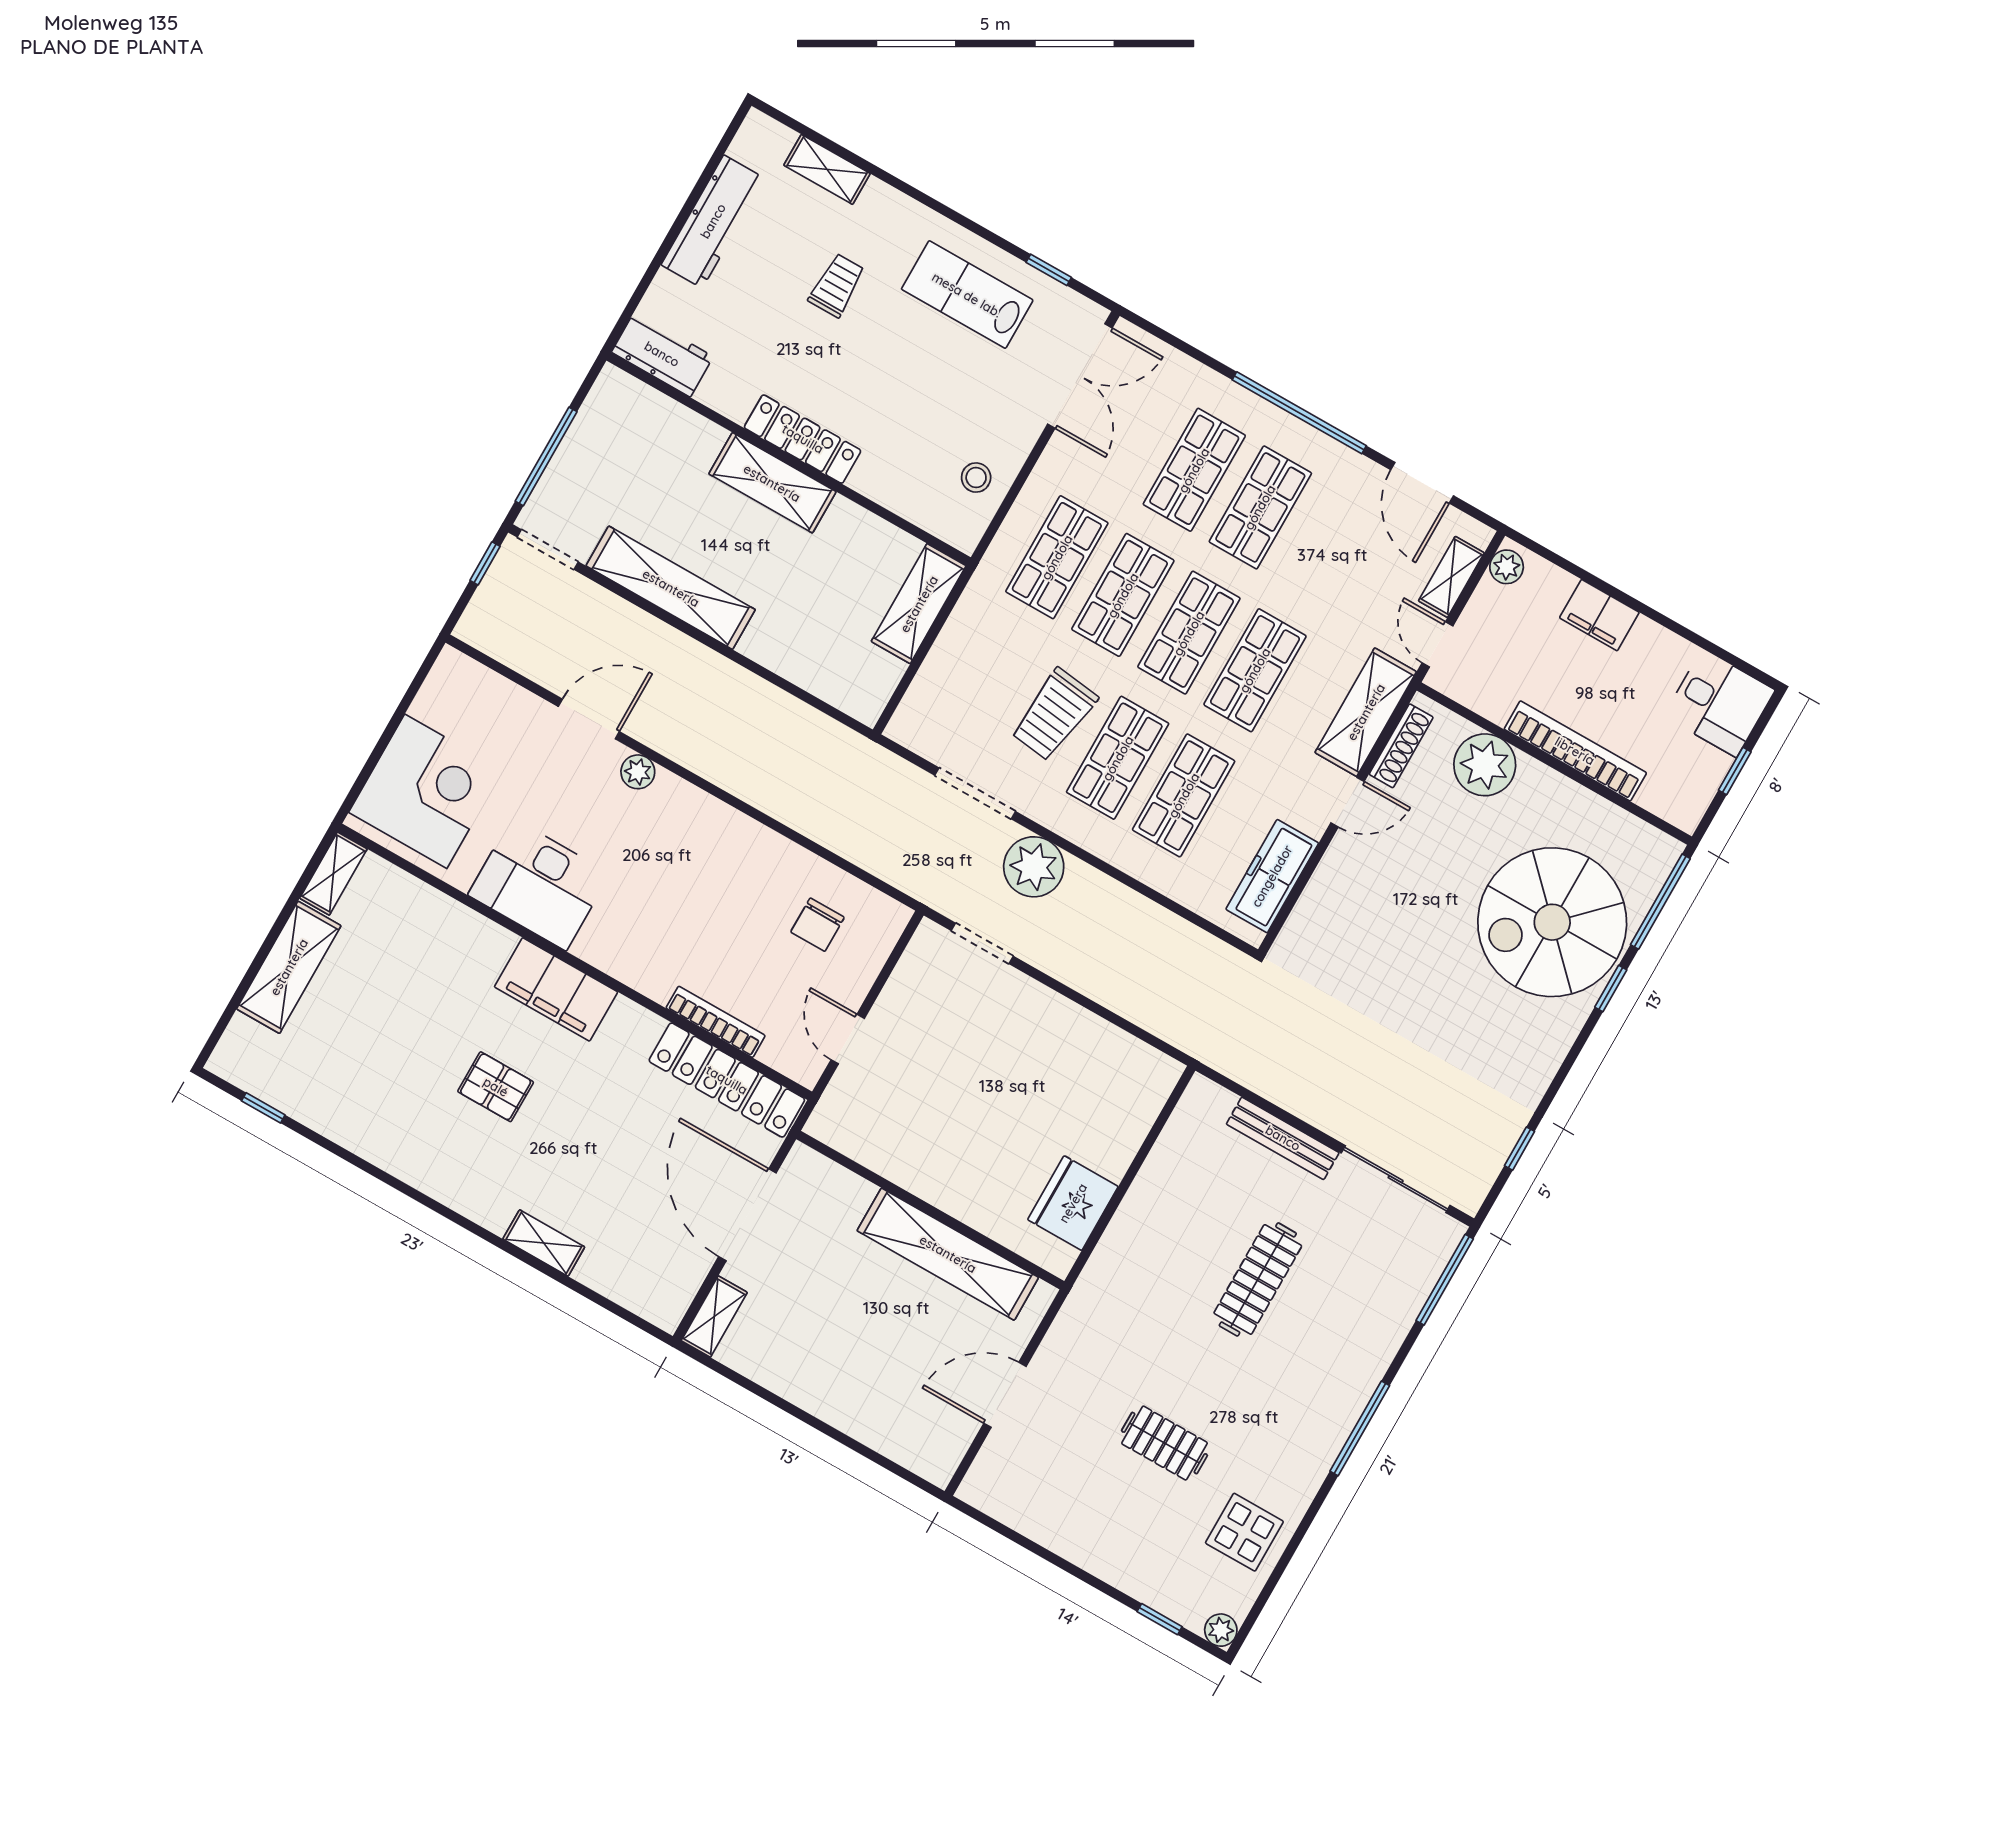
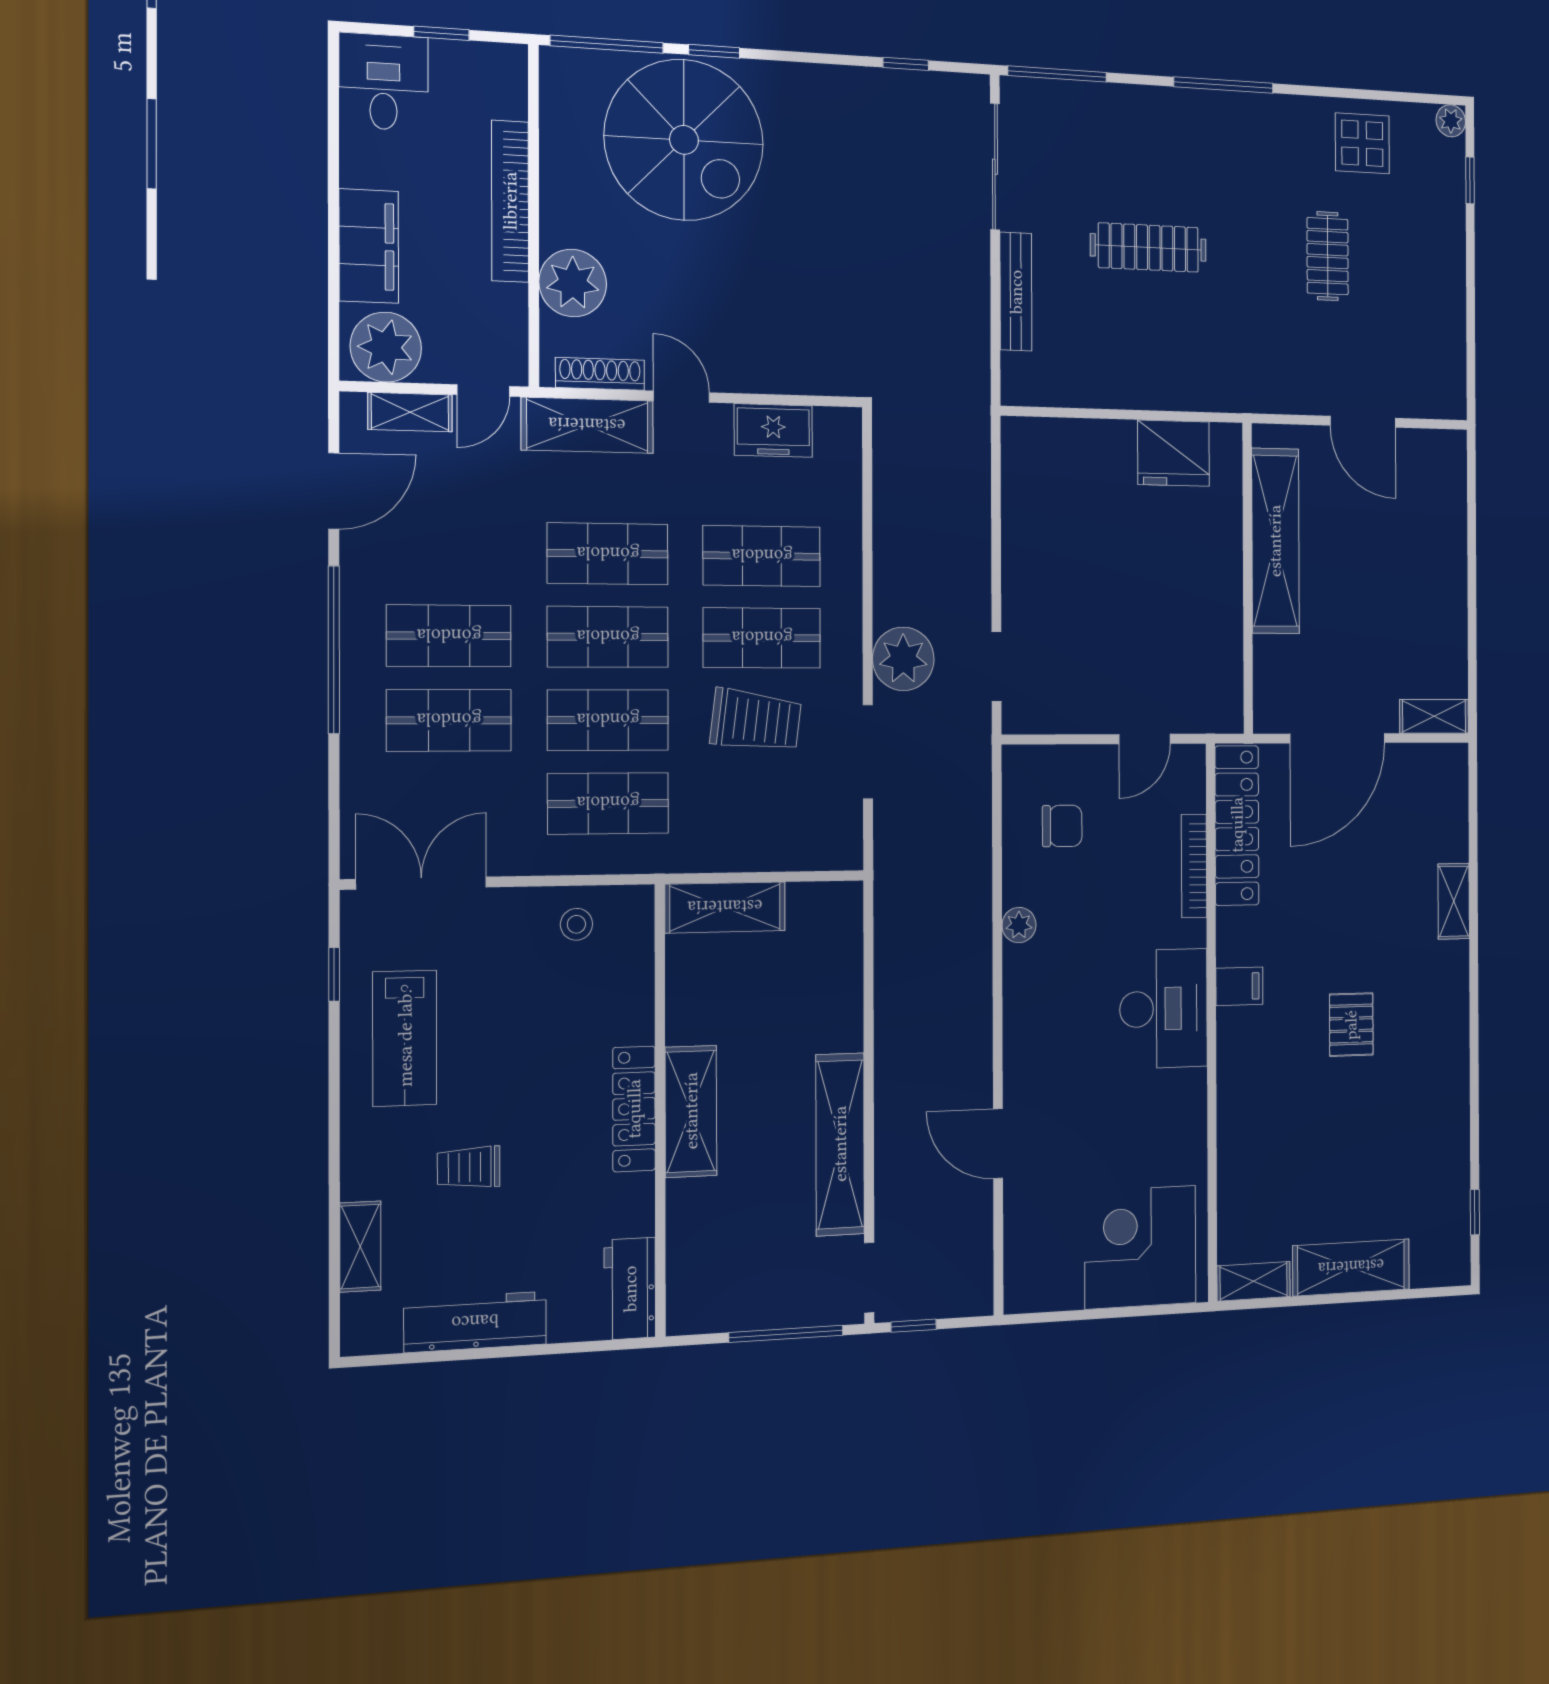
plant: (1507, 567) -> (386, 347), width x1.88, depth x1.88
filing cabinet: (1599, 615) -> (369, 246), width x1.50, depth x1.17
plant: (638, 772) -> (1019, 925), moved
freezer: (1272, 876) -> (773, 430), width x0.71
desk: (539, 884) -> (1164, 1009), moved
filing cabinet: (556, 989) -> (1239, 986), width x0.33, depth x0.86

